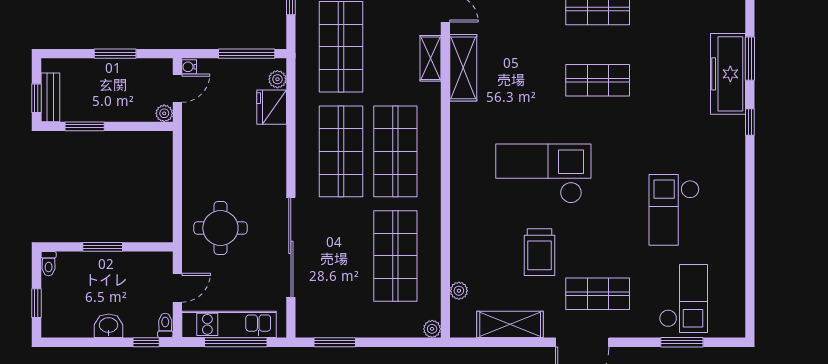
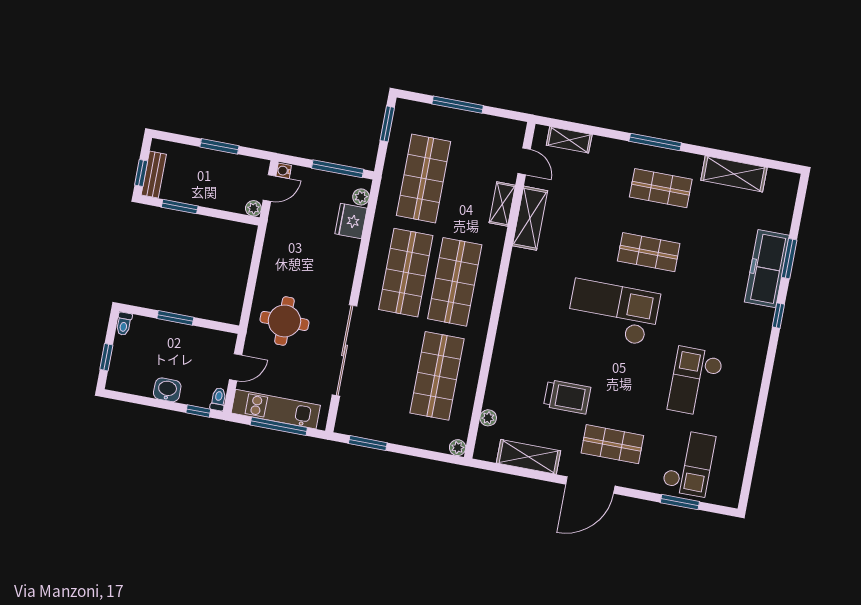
checkout: (543, 174) -> (613, 312), moved
trolley: (539, 252) -> (567, 397), turned -90

